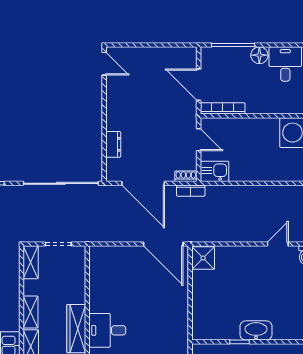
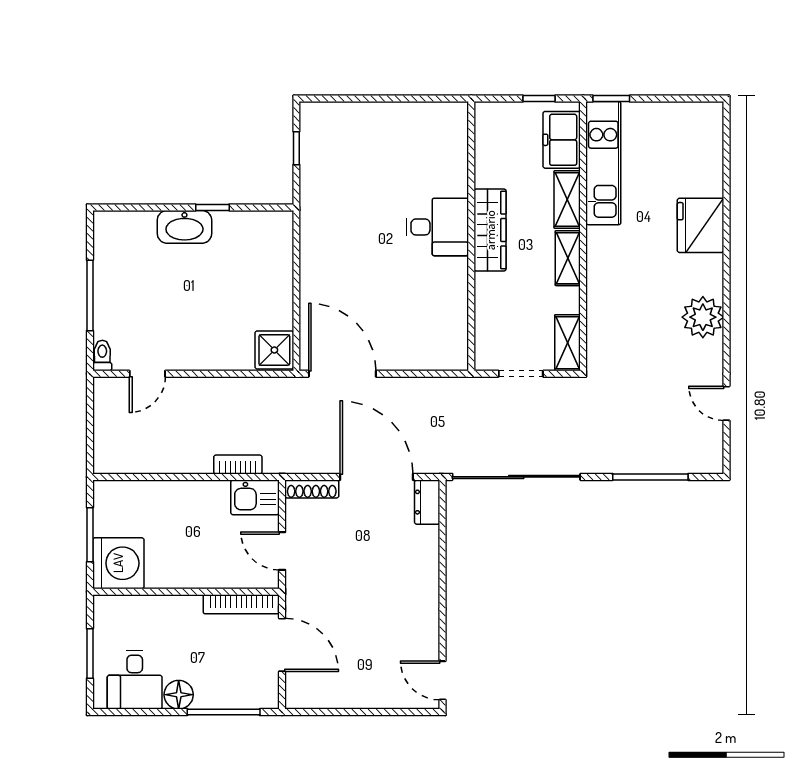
dresser: (113, 144) -> (427, 502), moved
shoe rack: (186, 176) -> (312, 489), width x1.43
bookcase: (191, 191) -> (238, 465), moved

